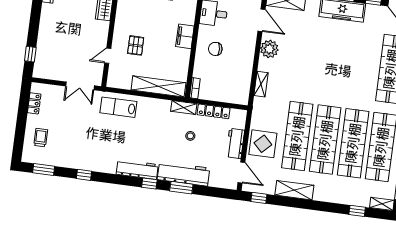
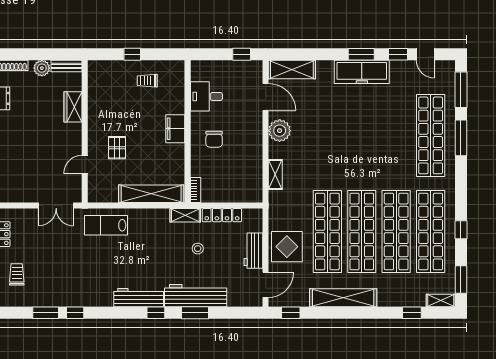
chair: (215, 49) -> (214, 139), turned -87
window: (44, 170) -> (46, 313), moved
door: (241, 172) -> (266, 285), hinge flipped
shelving: (294, 190) -> (343, 298), width x1.47

